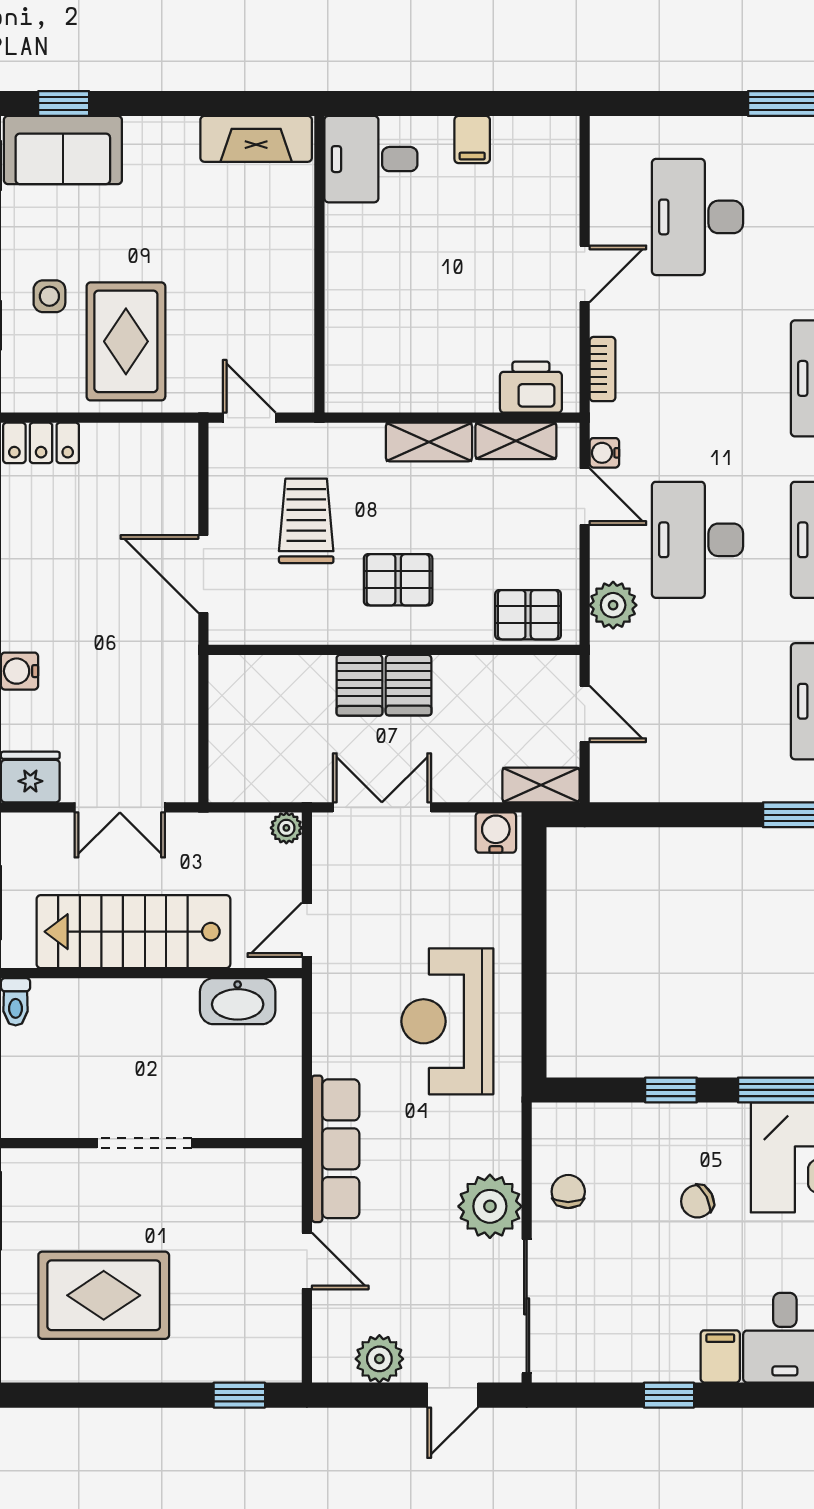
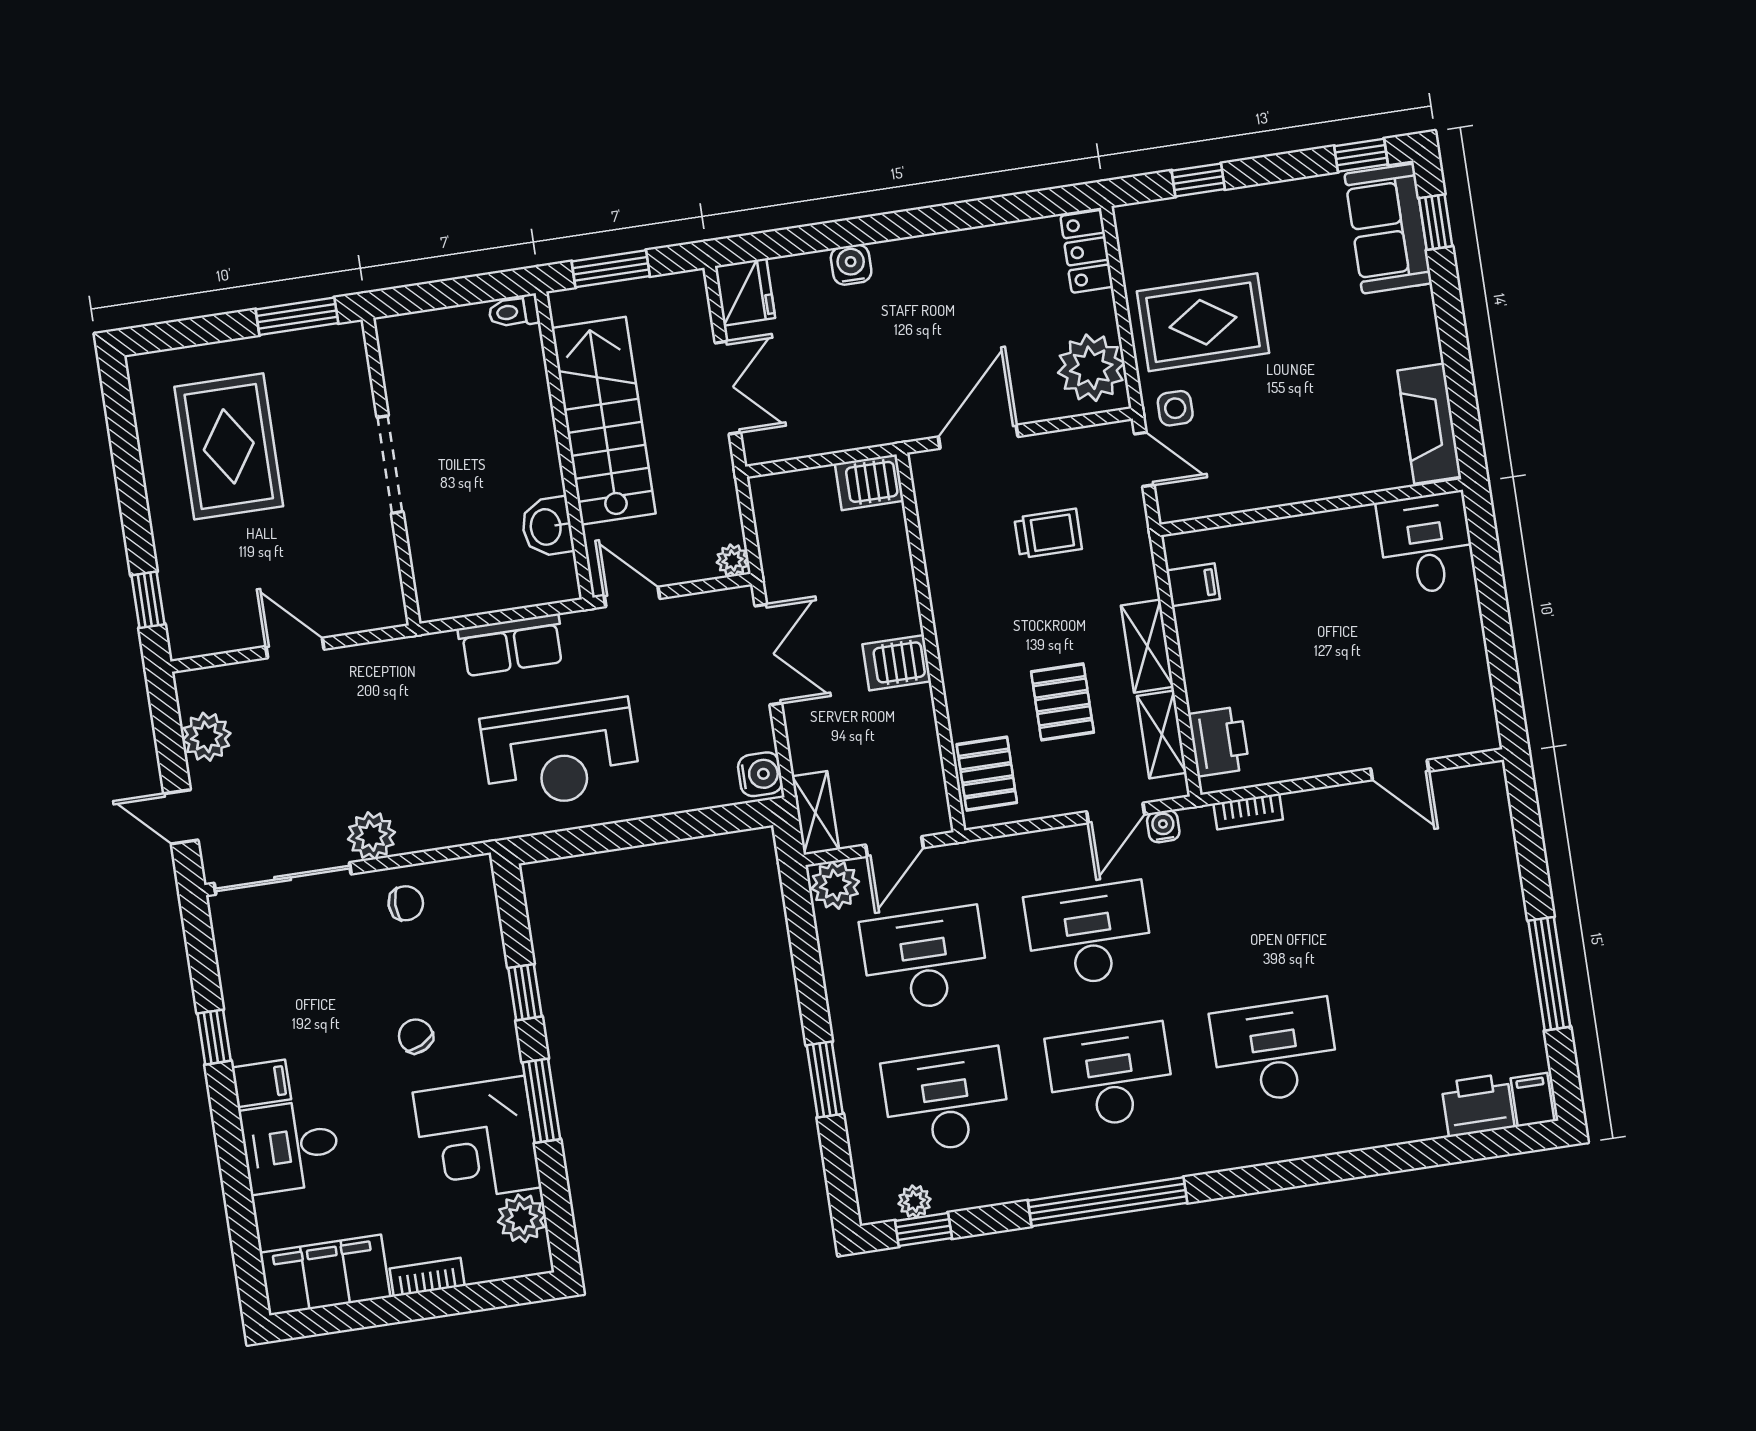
filing cabinet: (472, 140) -> (1193, 585), moved, turned 180
desk: (698, 217) -> (925, 959), moved
door: (585, 274) -> (1400, 770), moved
side table: (49, 296) -> (1175, 408), moved
door: (249, 418) -> (1144, 459), hinge flipped
plant: (154, 455) -> (1091, 368), added
trolley: (306, 521) -> (1048, 533), width x0.73, depth x0.72
pallet: (398, 580) -> (1062, 702), moved
plant: (613, 605) -> (835, 885), moved
server rack: (359, 685) -> (869, 482), moved
double door: (120, 807) -> (728, 388), swing flipped
washbasin: (238, 1001) -> (547, 527), width x0.72
reception desk: (447, 1021) -> (561, 754), turned 180
row of seats: (336, 1149) -> (511, 645), moved, width x0.68
plant: (490, 1206) -> (371, 836), width x0.73, depth x0.73
door: (307, 1261) -> (295, 648), swing flipped

